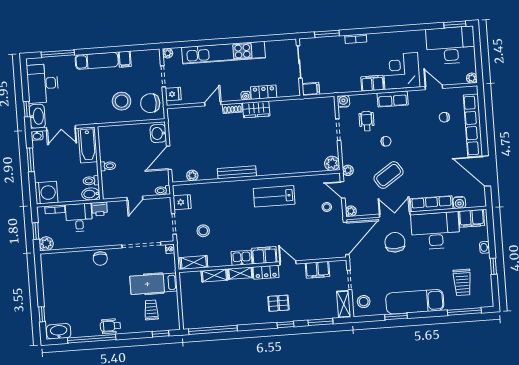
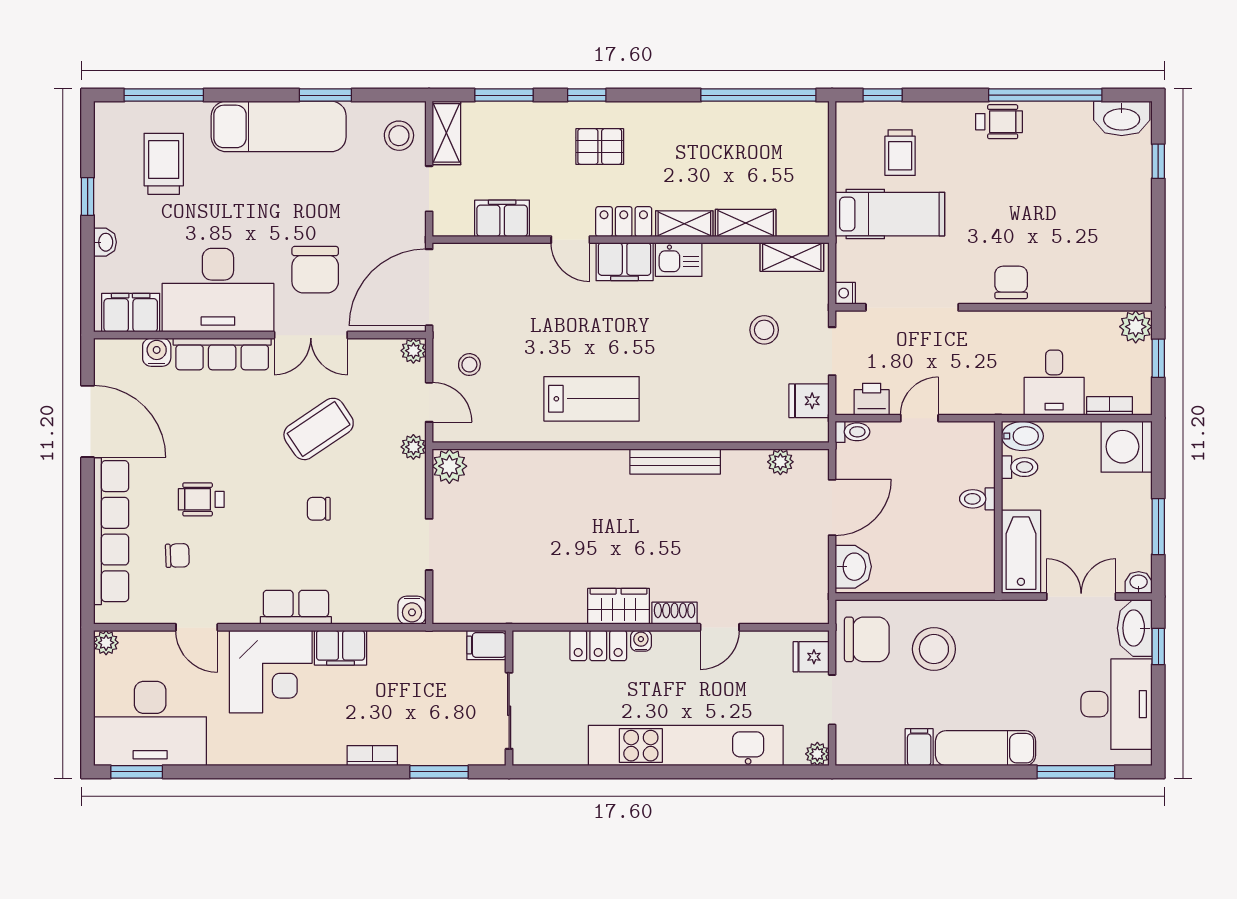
wheelchair: (367, 121) -> (201, 499), moved, turned 90
printer: (100, 209) -> (872, 399), moved

